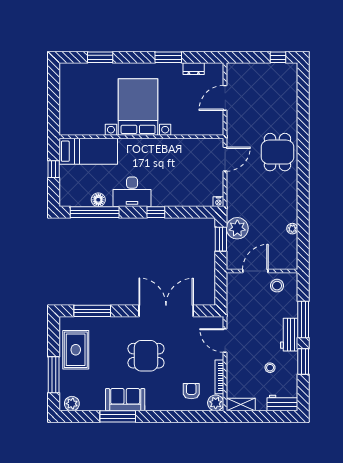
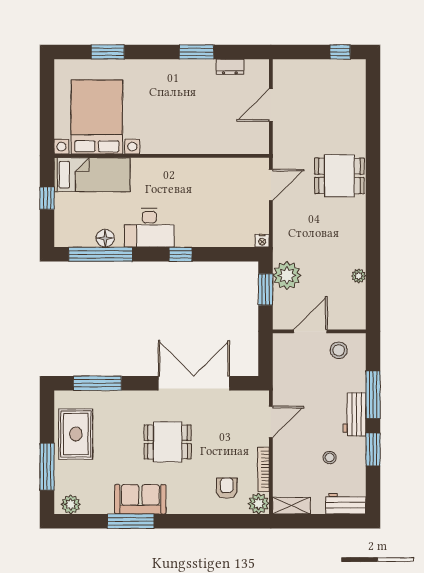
bed with nightstands: (138, 107) -> (97, 117), moved
dining table: (277, 152) -> (339, 176), turned 90
door: (225, 340) -> (271, 422), swing flipped

